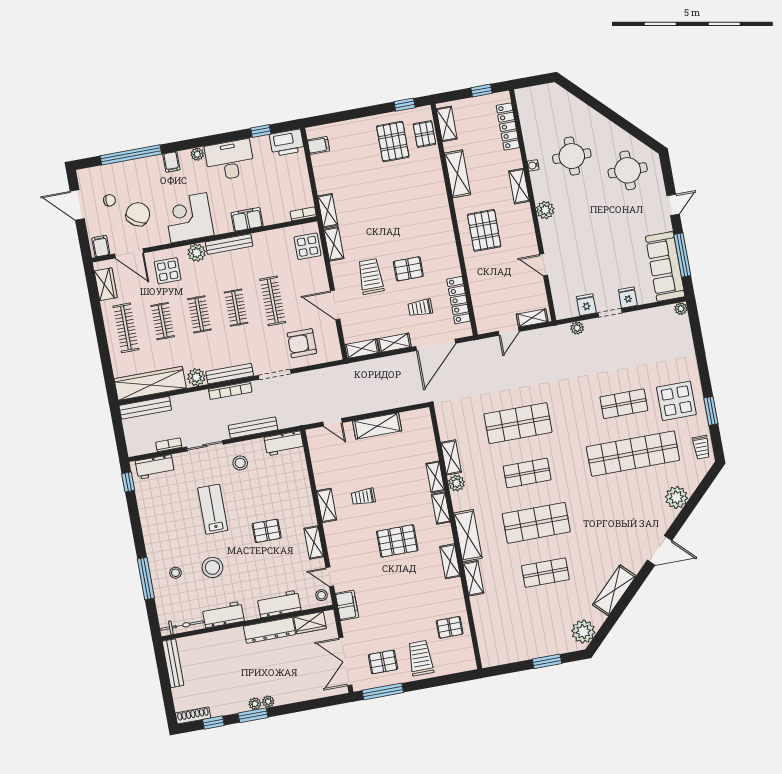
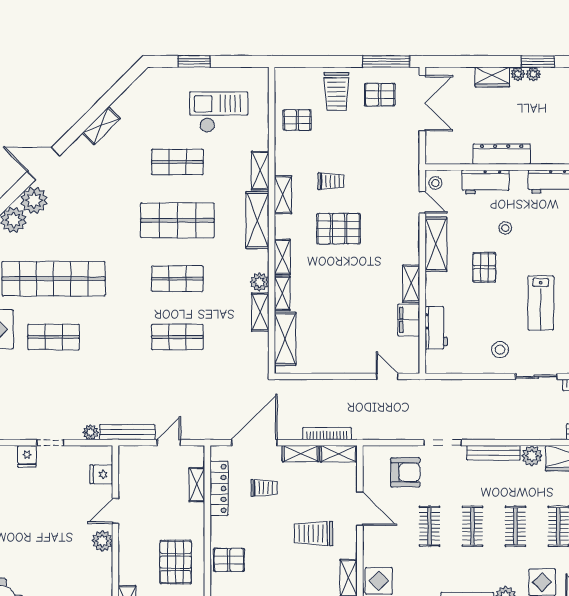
plant: (545, 210) -> (102, 541), moved
door: (544, 265) -> (115, 511), swing flipped
pallet: (408, 269) -> (229, 560), moved
trolley: (371, 276) -> (314, 534), turned 90
clothes rail: (273, 301) -> (430, 526), width x0.73
fridge: (586, 305) -> (101, 474), moved, turned 90
shelving: (532, 318) -> (197, 485), moved, turned 90
bookcase: (230, 391) -> (327, 434), moved
shop shelf: (518, 423) -> (177, 337), width x0.70, depth x0.74
shelving: (377, 426) -> (285, 339), moved, turned 90
bench: (253, 428) -> (127, 432), moved
workbench: (284, 443) -> (436, 328), moved, turned 90
trolley: (363, 497) -> (331, 181), moved
pallet: (267, 531) -> (484, 267), turned 90
shelving: (314, 542) -> (436, 244), width x1.50, depth x1.33
stool: (212, 567) -> (505, 228), moved, width x0.53, depth x0.53
shelving: (614, 590) -> (101, 126), width x0.67, depth x0.75
filing cabinet: (347, 605) -> (409, 320), moved
checkout: (518, 622) -> (219, 112), added
wardrobe: (310, 623) -> (492, 77), moved, turned 180
plant: (583, 632) -> (34, 200), moved

